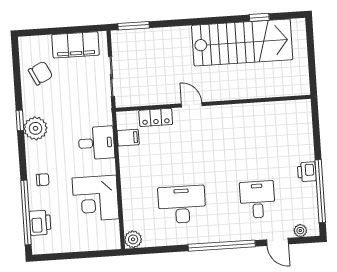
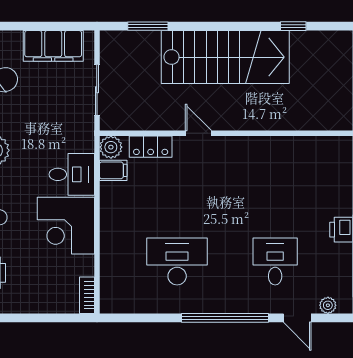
window: (134, 26) -> (148, 26), moved
stairs: (242, 42) -> (225, 57), moved
corner desk: (96, 198) -> (66, 226), moved
bookcase: (114, 235) -> (87, 295), added
plant: (133, 239) -> (111, 147), moved

